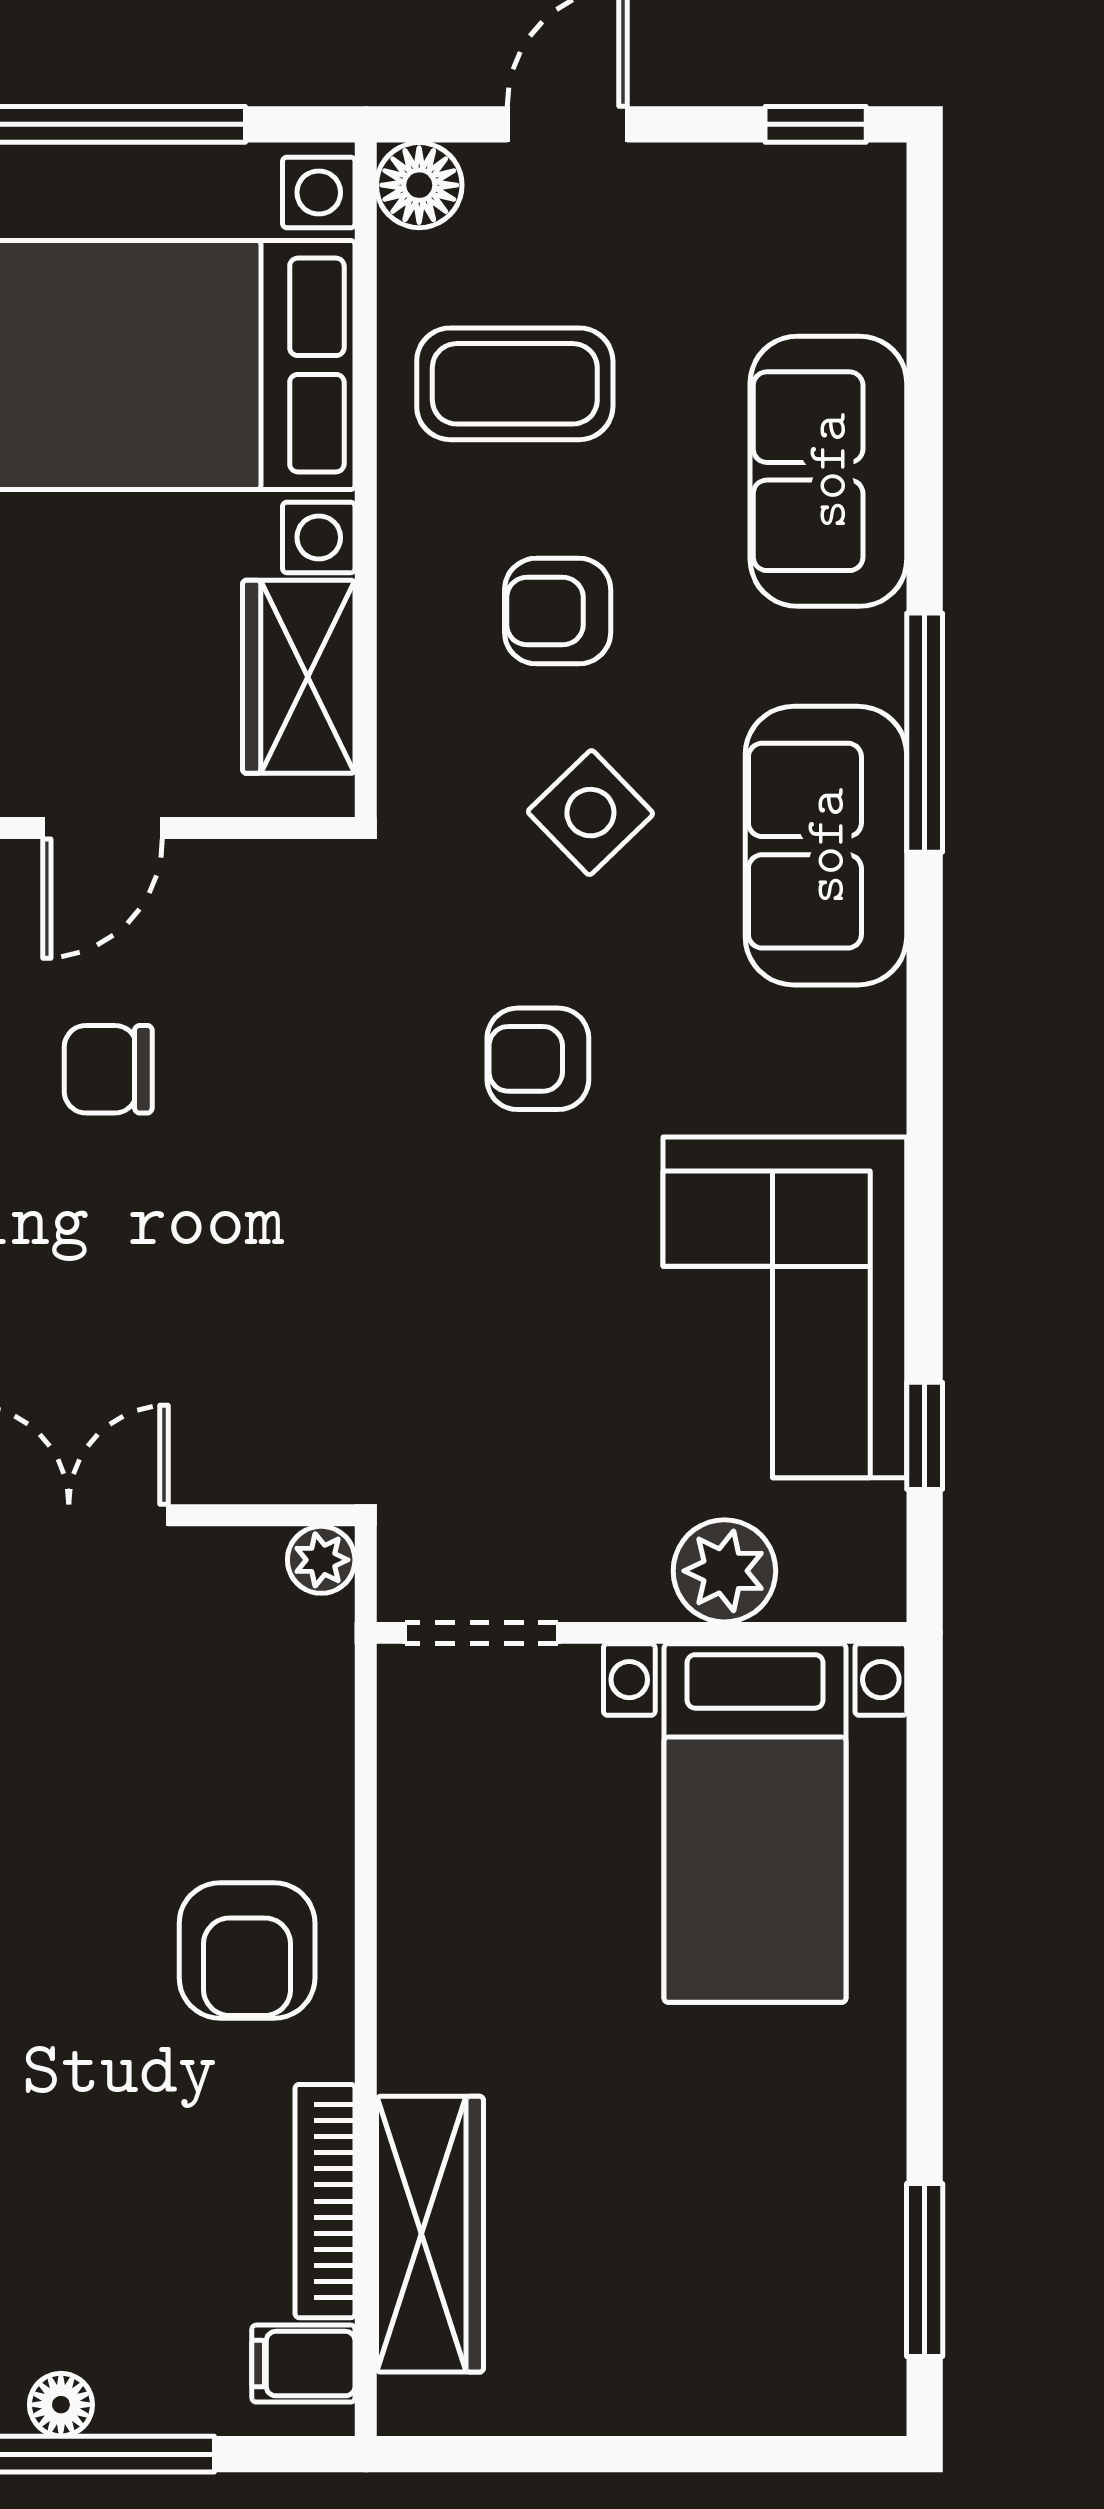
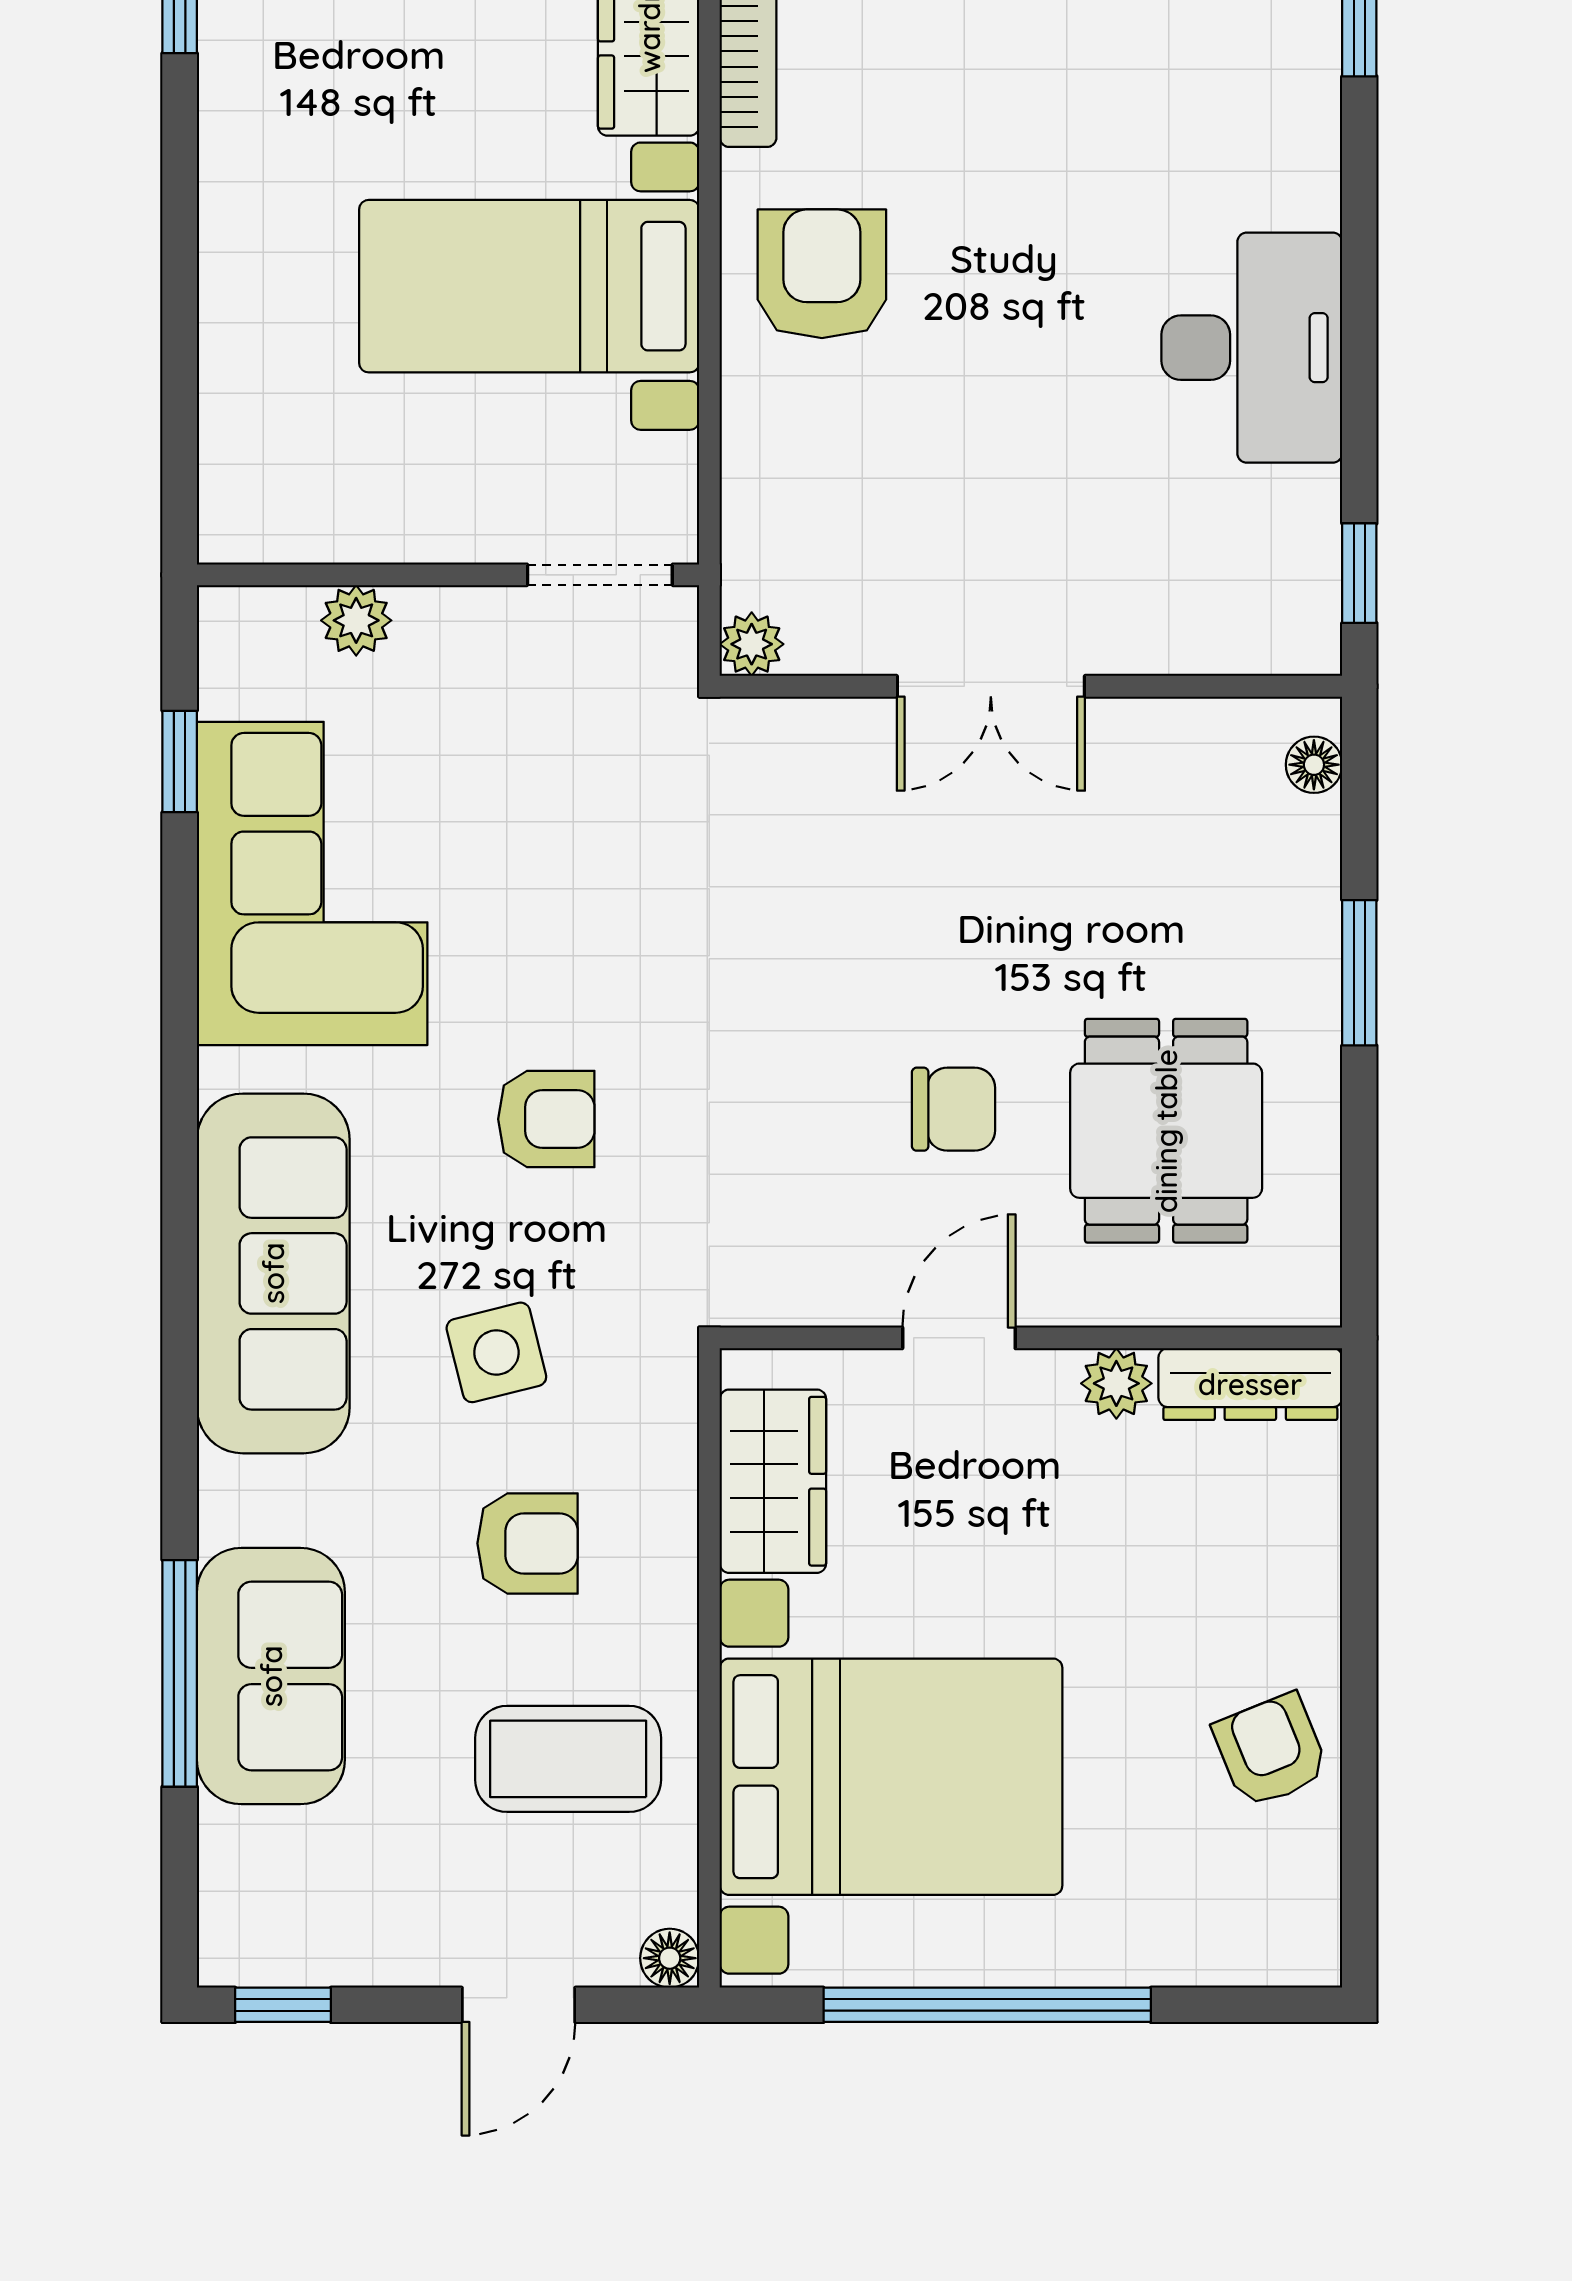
floor lamp: (419, 185) -> (670, 1958), width x0.73, depth x0.73
window: (925, 733) -> (180, 1673), moved
side table: (590, 813) -> (496, 1352), turned 30
sofa: (826, 846) -> (273, 1273), width x1.36
plant: (724, 1571) -> (356, 620), width x0.73, depth x0.73
bed with nightstands: (755, 1823) -> (529, 286), moved, turned -90

